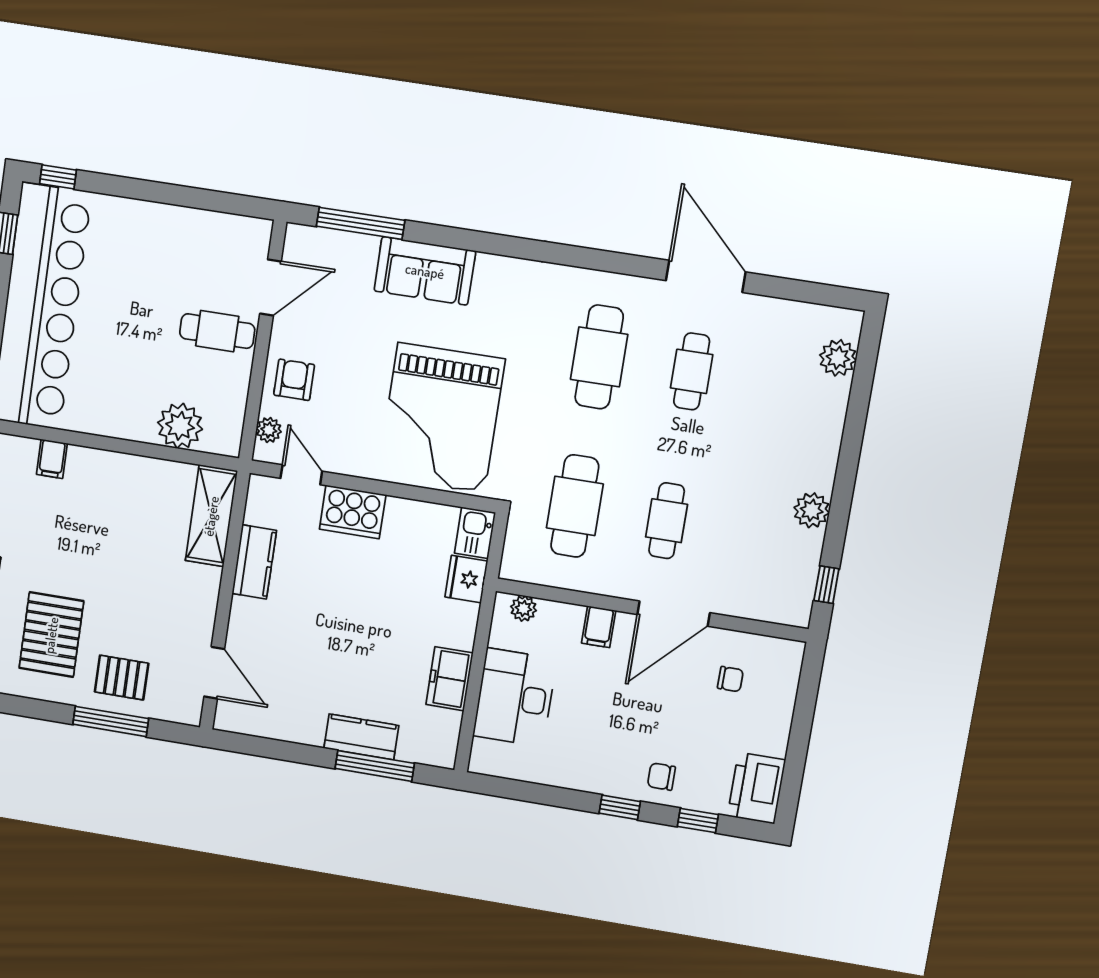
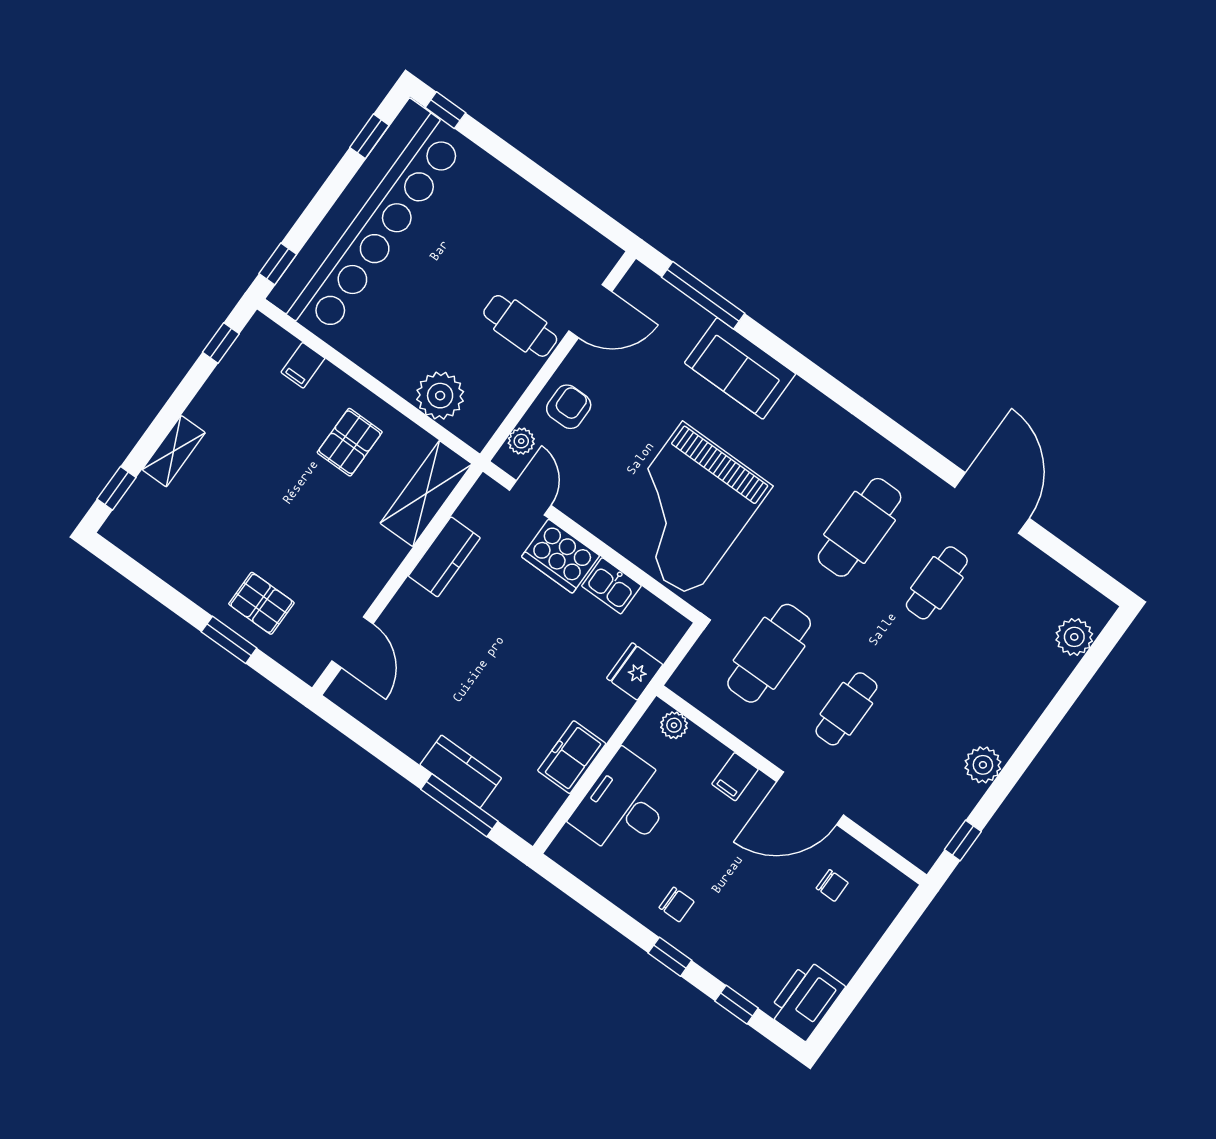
kitchen sink: (475, 533) -> (611, 586), moved, turned -90
pallet: (51, 635) -> (350, 442), moved, width x0.67, depth x0.71
window: (111, 721) -> (229, 640), width x0.69
chair: (661, 777) -> (677, 905), moved, turned 180

